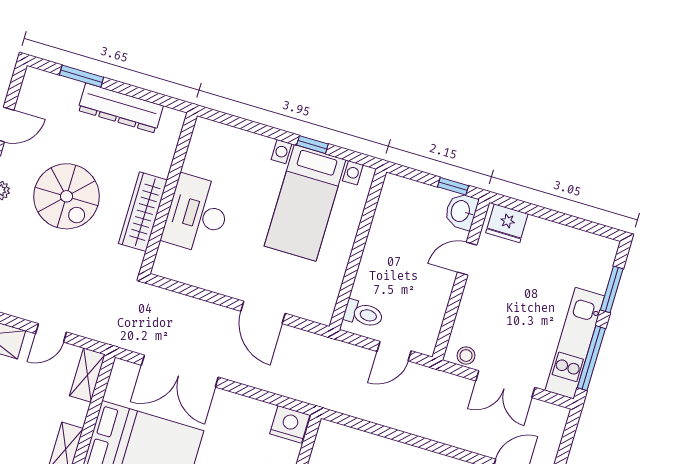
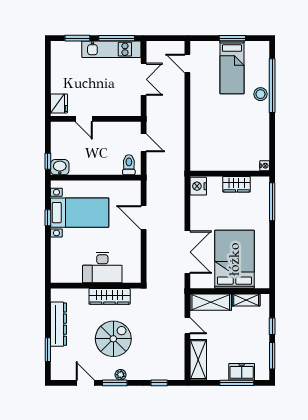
window: (453, 186) -> (48, 161), moved
washbasin: (461, 211) -> (60, 167), moved, turned 180
door: (263, 312) -> (144, 218), swing flipped
stool: (466, 356) -> (135, 104), removed
shelving: (87, 375) -> (211, 302), width x1.50, depth x1.33

